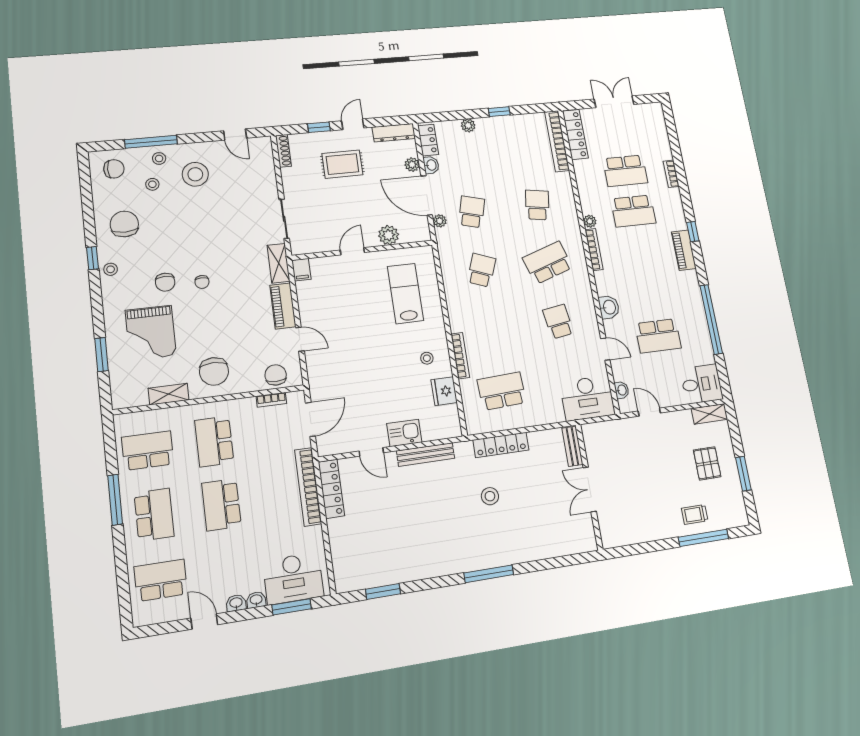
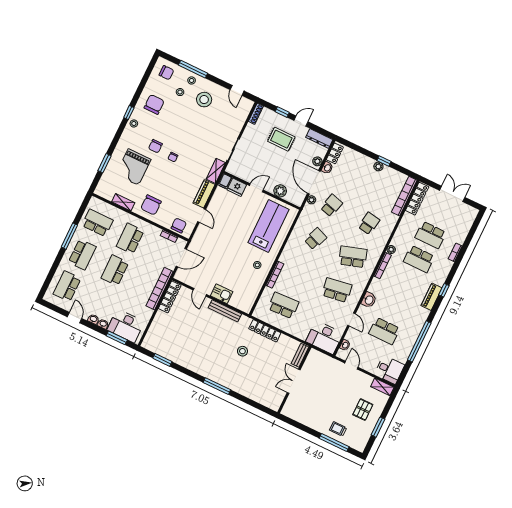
plant: (468, 125) -> (378, 166), moved
lab bench: (405, 294) -> (269, 226), width x1.36, depth x1.39
school desk: (558, 322) -> (337, 290), width x1.85
fridge: (444, 391) -> (237, 187), moved, turned -90
school desk: (161, 580) -> (67, 286), turned -90

